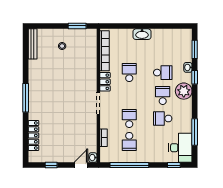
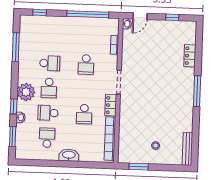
locker: (33, 136) -> (190, 56), width x0.66
school desk: (129, 141) -> (47, 138), moved
desk: (180, 148) -> (32, 31), removed

